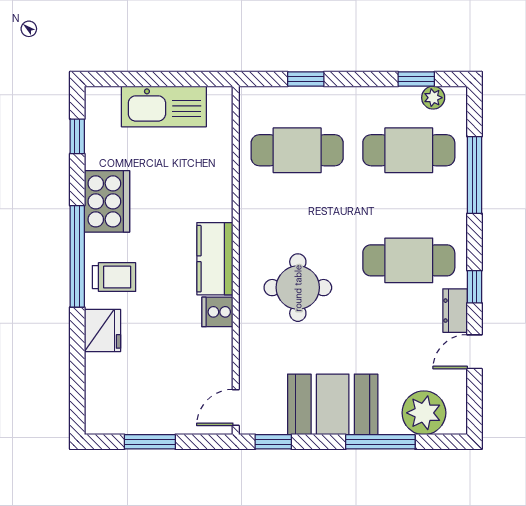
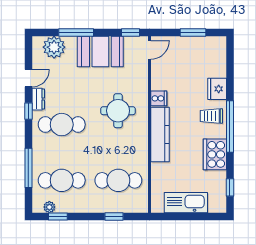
kitchen counter: (215, 259) -> (160, 135), width x1.50

